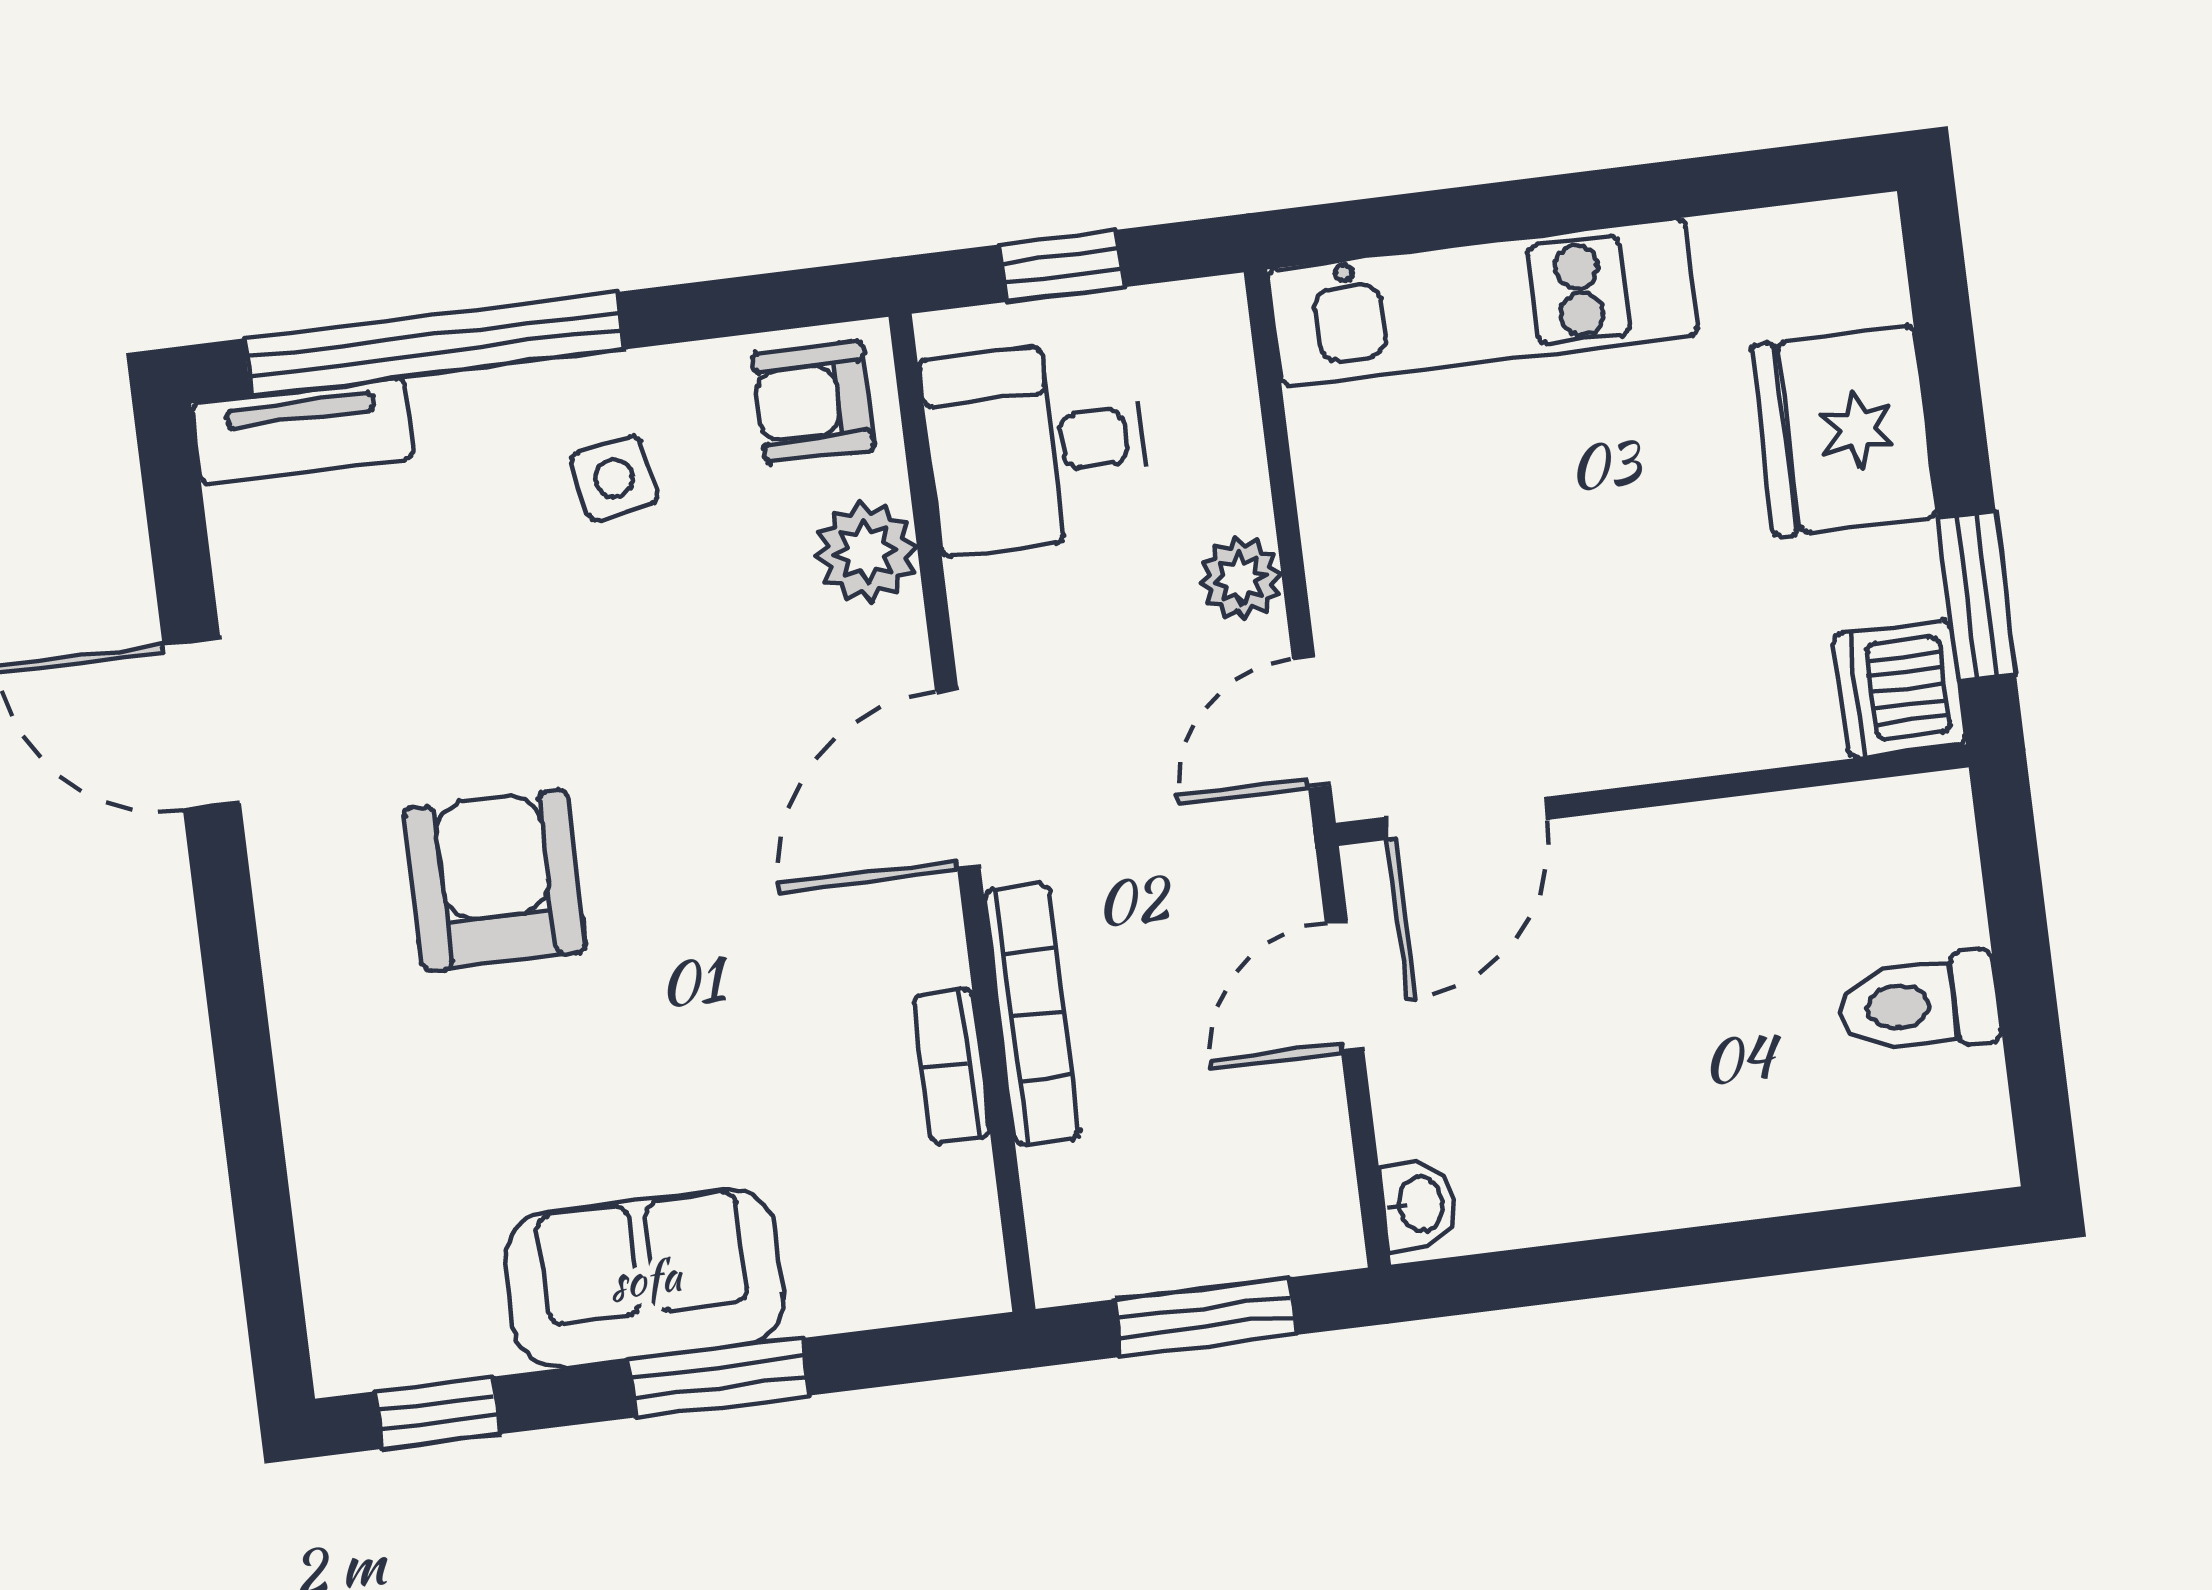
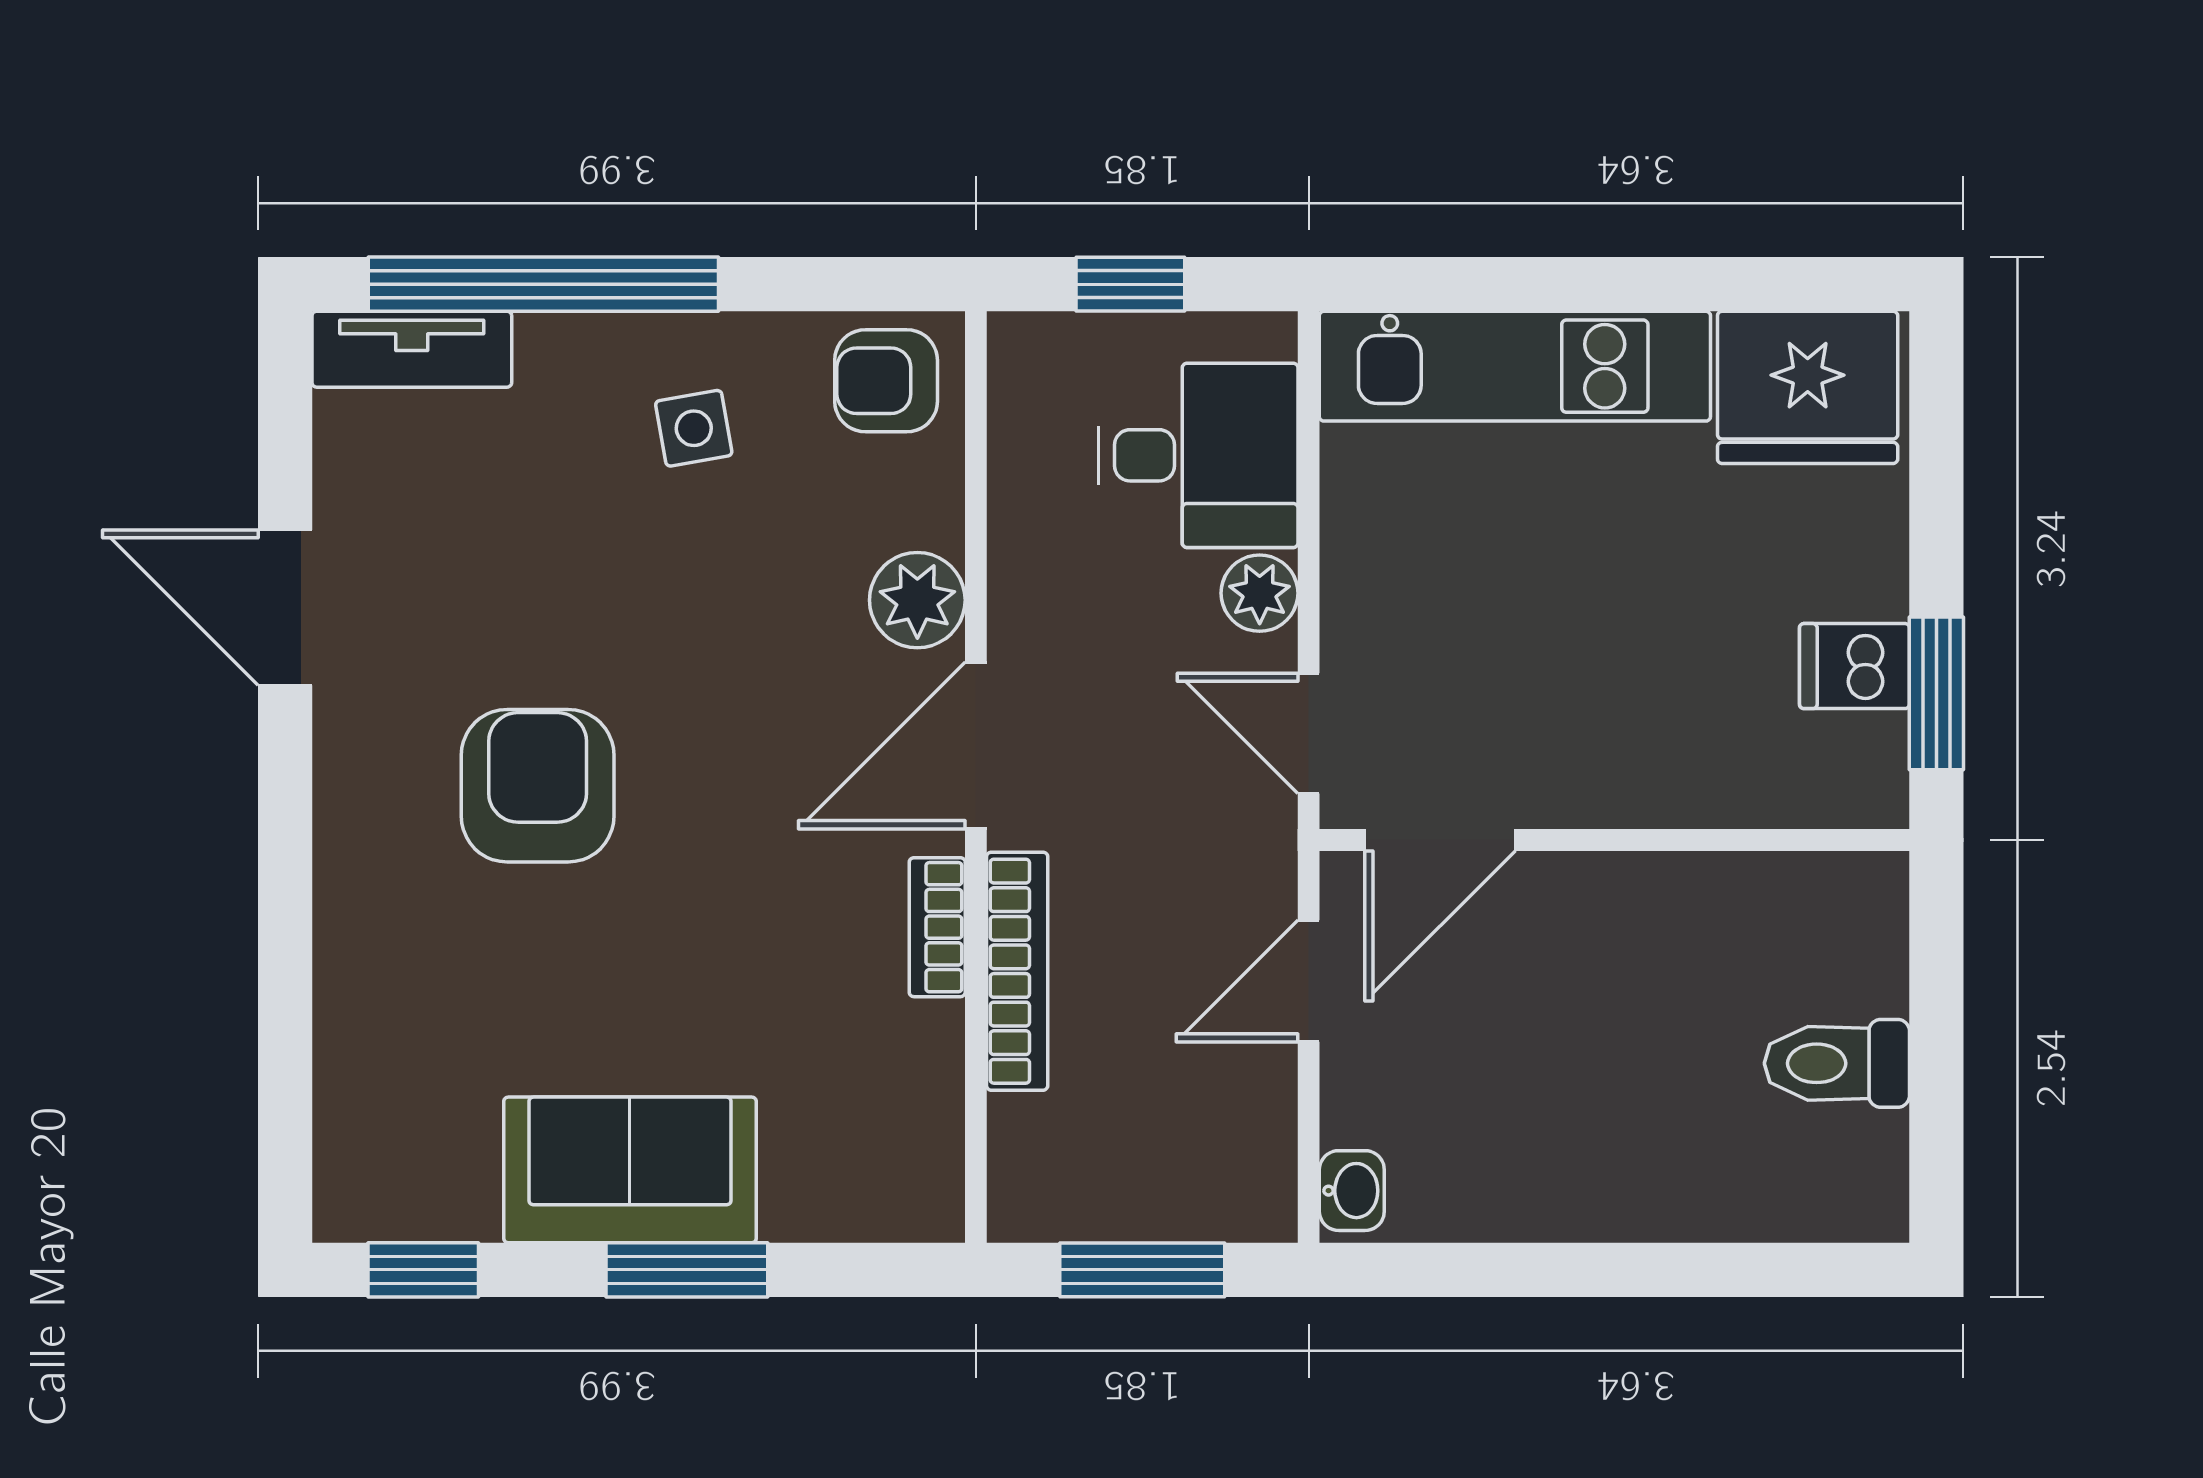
fridge: (1844, 431) -> (1808, 387), moved, turned -90
desk: (1036, 446) -> (1198, 455), moved, turned 180
plant: (866, 552) -> (917, 600), moved
dishwasher: (1899, 689) -> (1854, 666), moved, width x0.73
door: (1312, 722) -> (1309, 733), hinge flipped
bookcase: (952, 1066) -> (937, 927), moved

